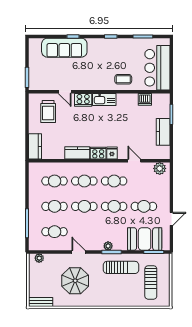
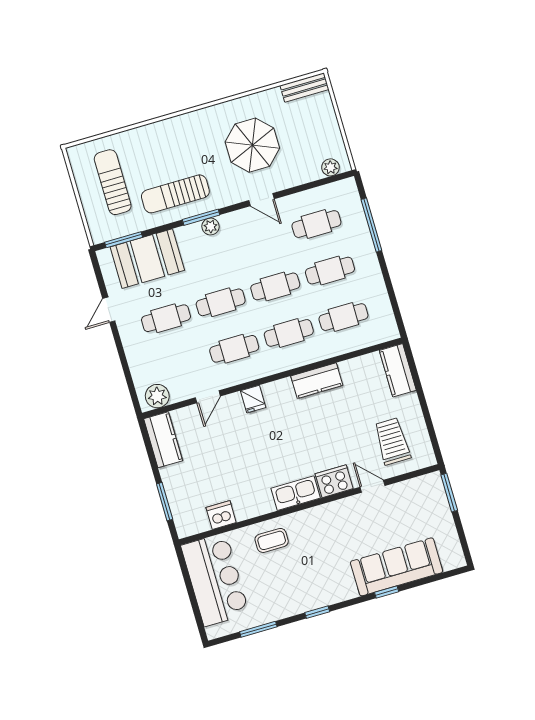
kitchen counter: (163, 132) -> (163, 440), moved
cooker: (98, 153) -> (278, 391), removed
door: (134, 161) -> (208, 397), hinge flipped

